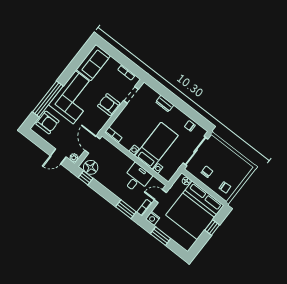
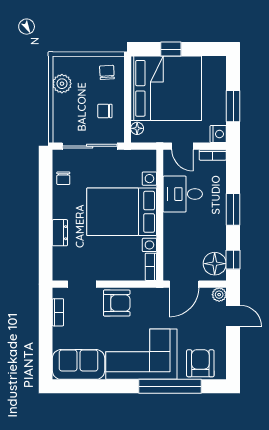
armchair: (109, 105) -> (117, 303), turned -90
bed with nightstands: (157, 146) -> (122, 212), width x1.36
plant: (237, 161) -> (62, 84), added
window: (126, 209) -> (233, 209), moved

